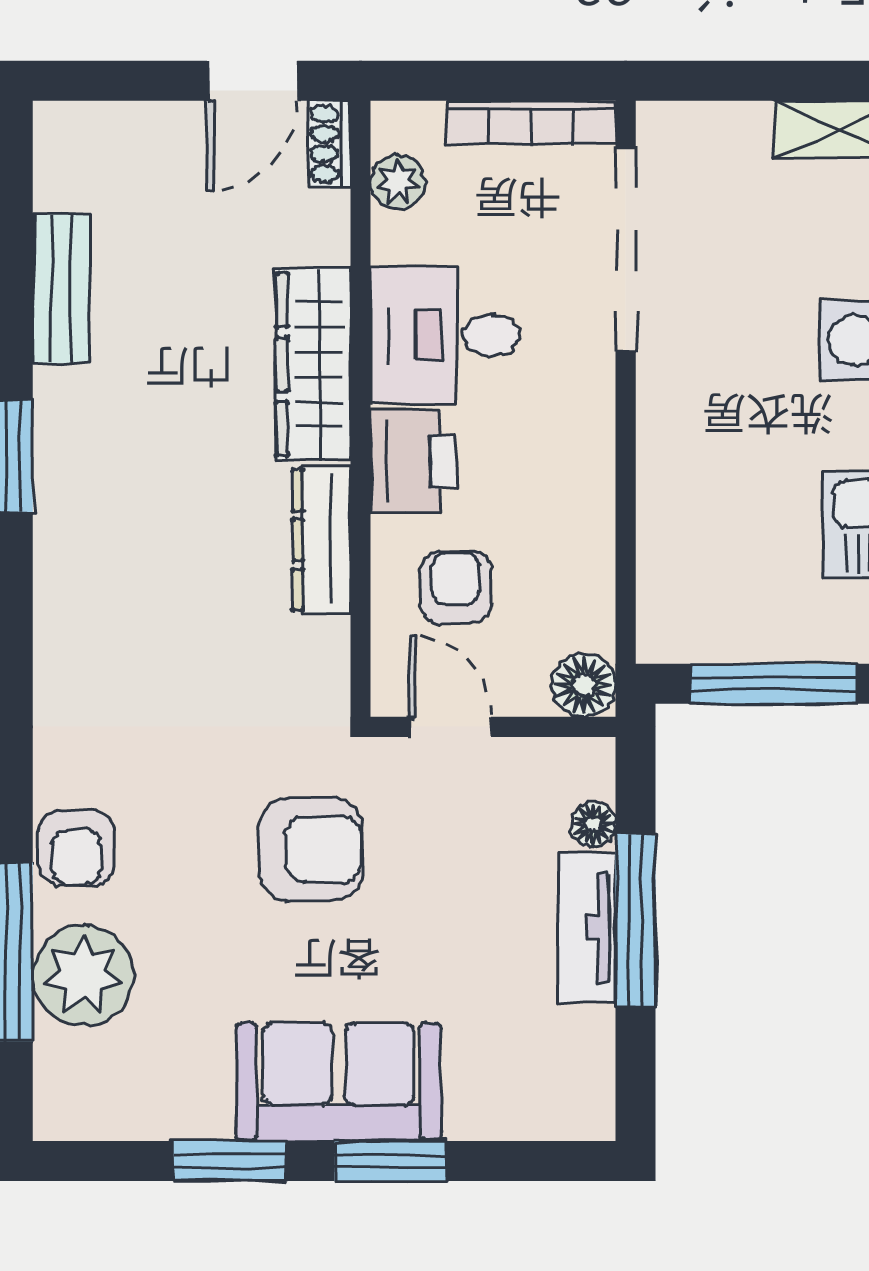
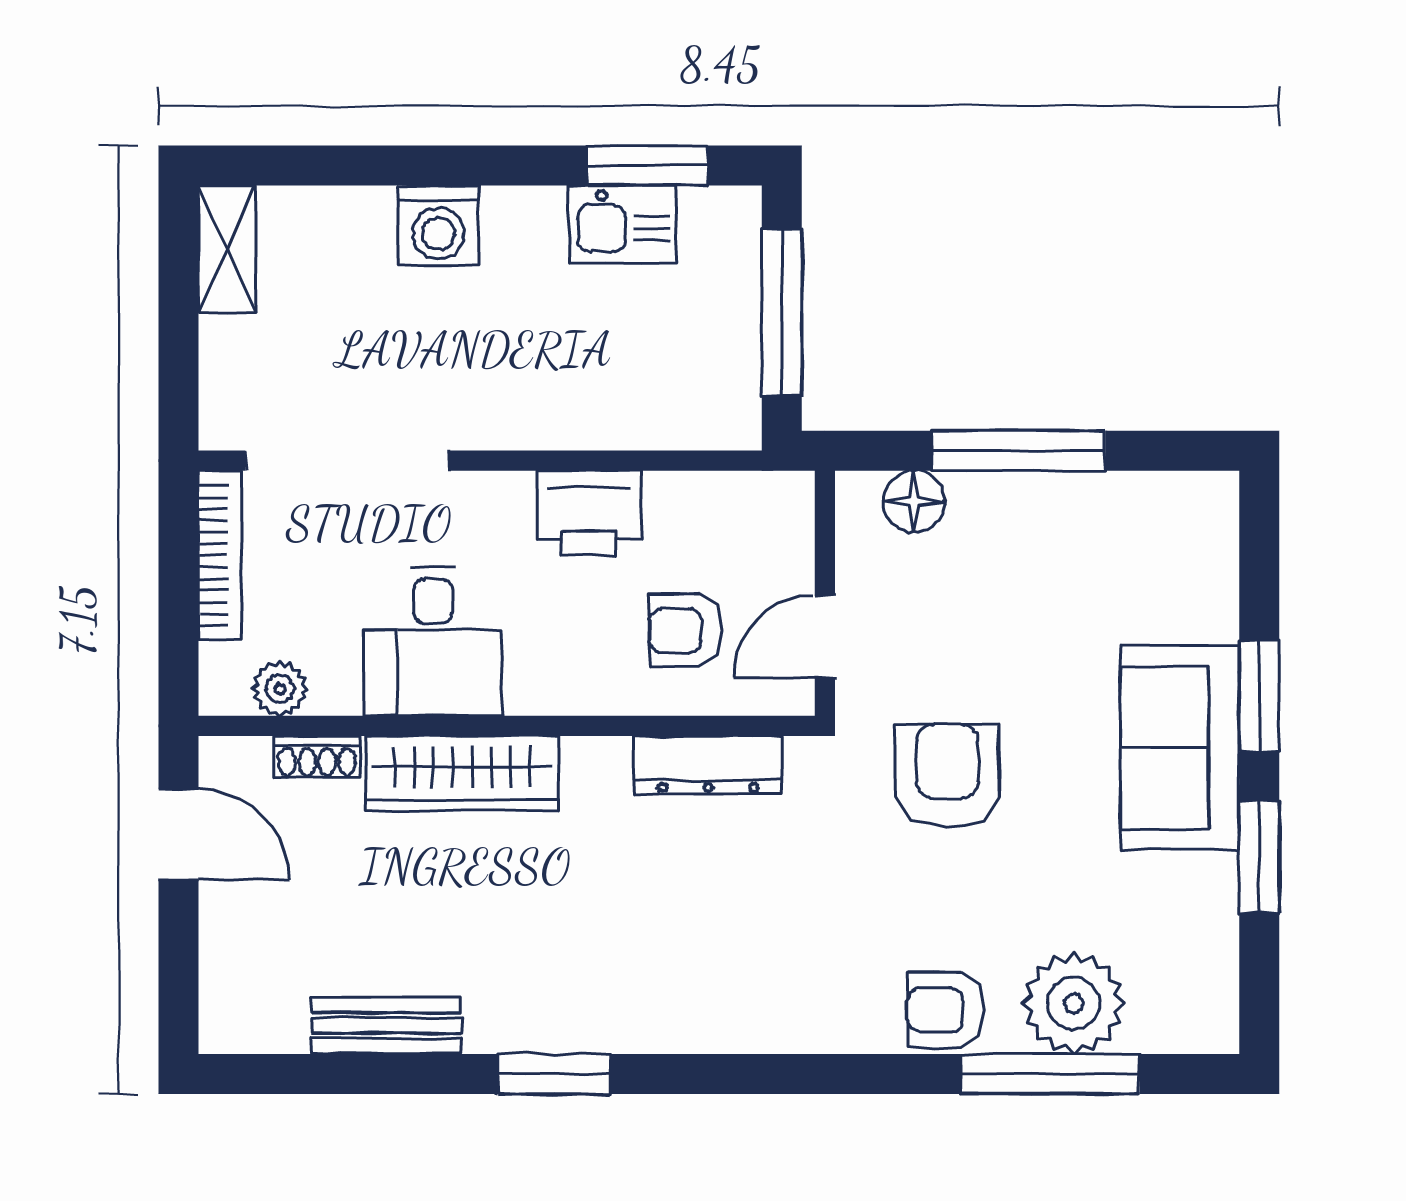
shoe rack: (330, 144) -> (317, 757), moved
printer: (413, 461) -> (589, 513), moved, turned 180
dresser: (322, 540) -> (708, 765), moved
floor lamp: (584, 685) -> (783, 502), removed
floor lamp: (593, 824) -> (914, 502), width x1.37, depth x1.37
armchair: (77, 848) -> (946, 1010), turned 180
tv unit: (587, 927) -> (1026, 499), removed

